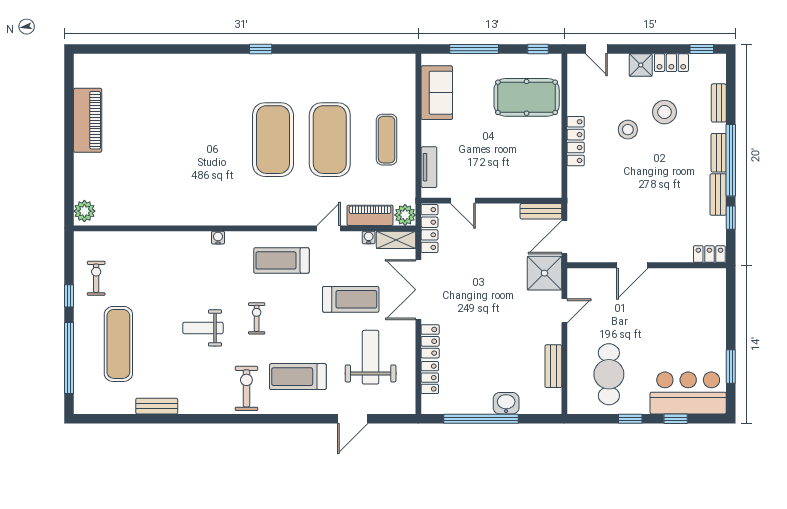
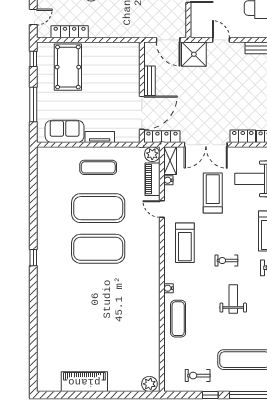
locker: (576, 141) -> (70, 32), moved
tv unit: (429, 167) -> (100, 137), moved
door: (463, 201) -> (142, 113), width x1.88
bench: (541, 211) -> (150, 81), moved
exercise mat: (176, 251) -> (178, 319), added
weight bench: (203, 328) -> (233, 299), turned 180

